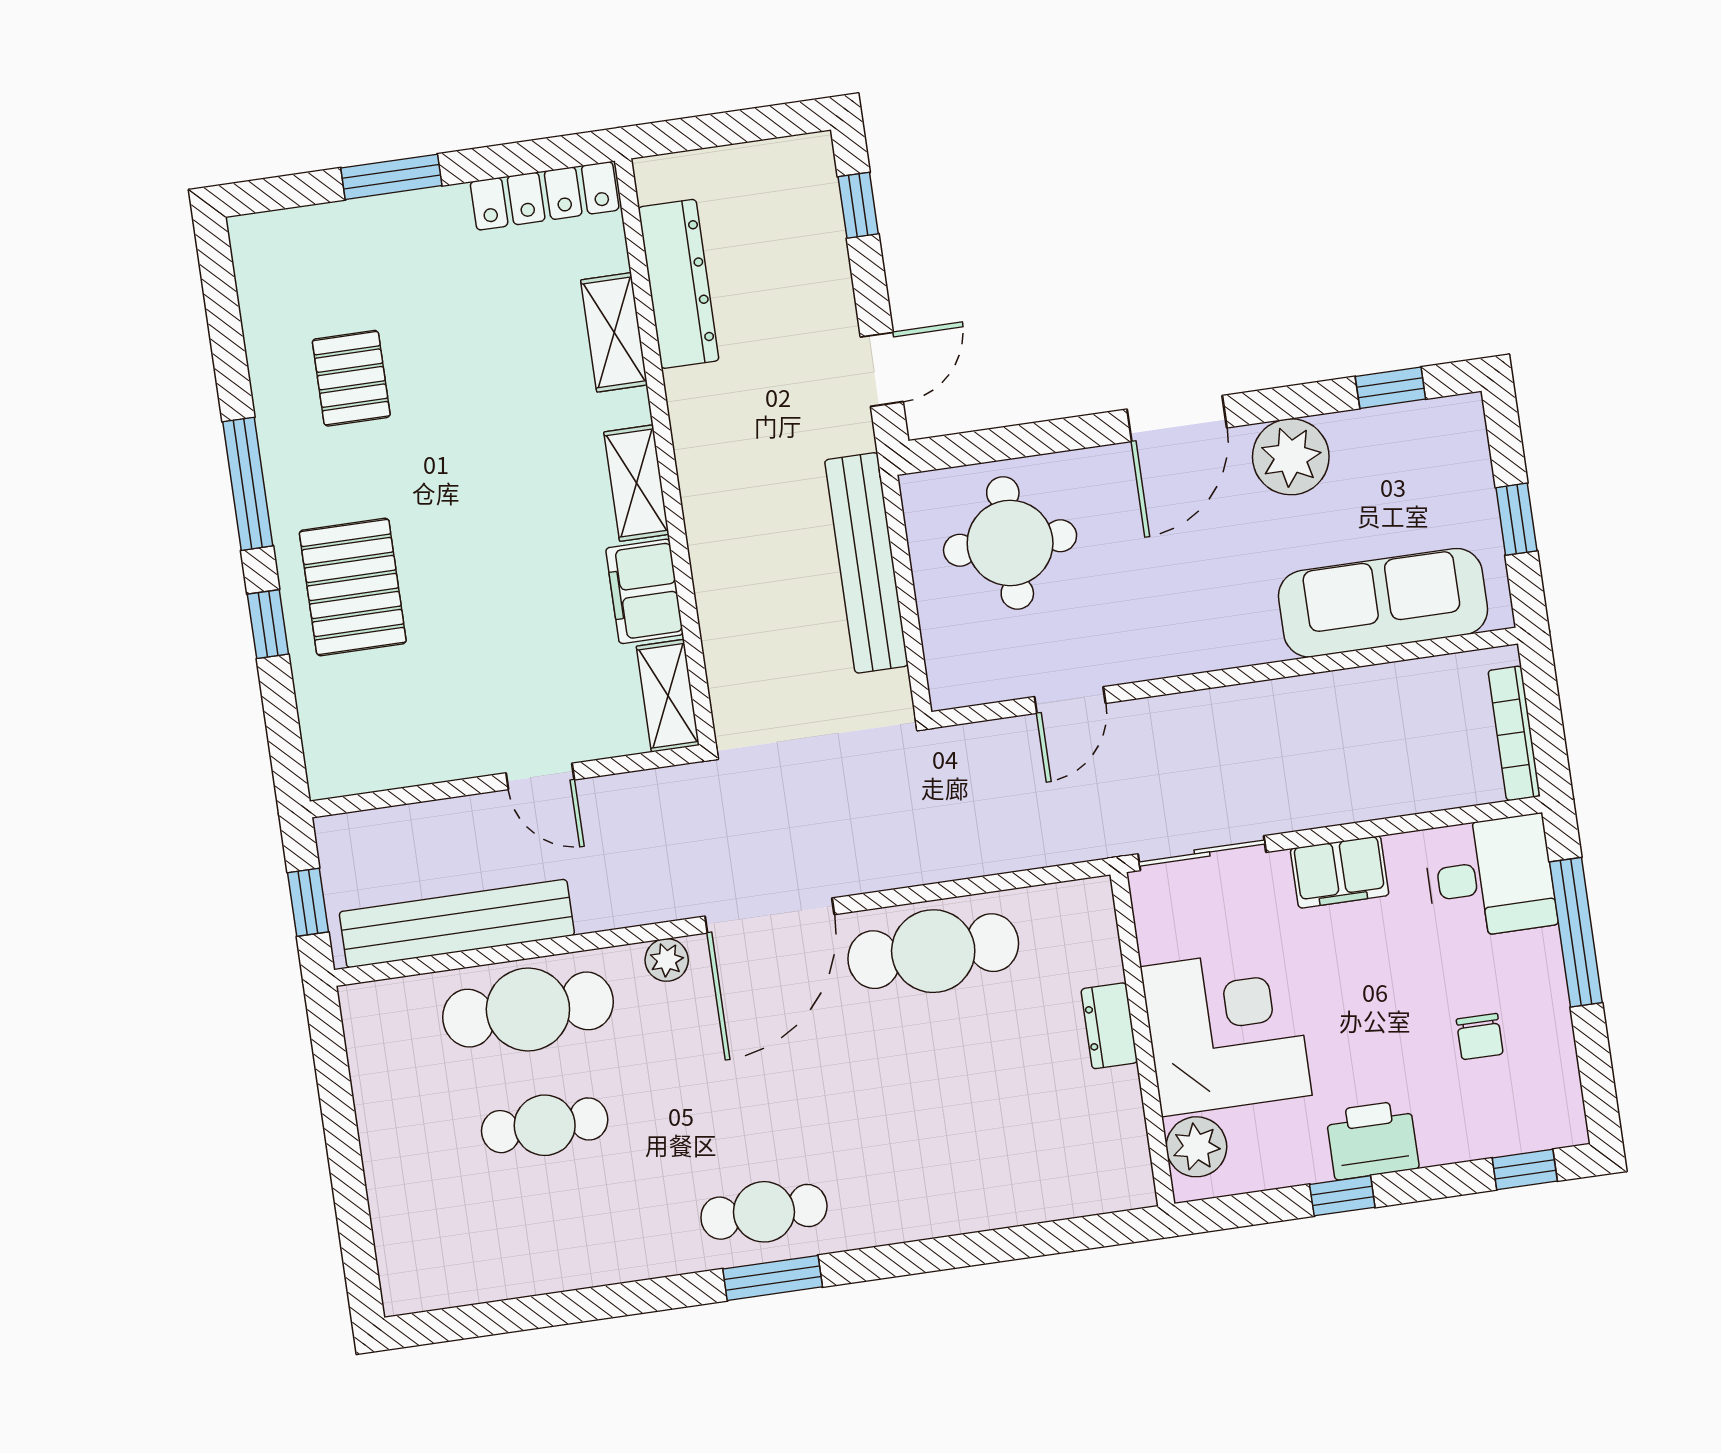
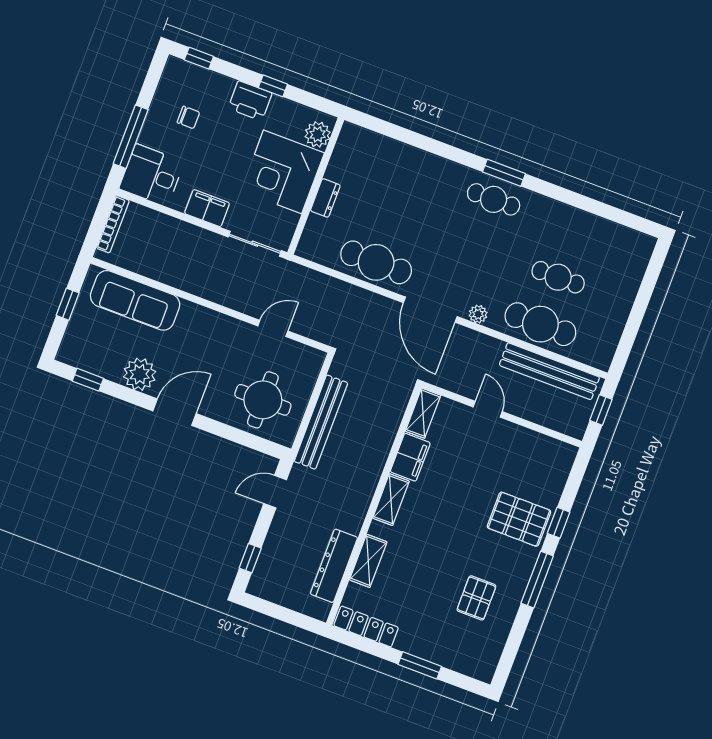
pallet: (353, 587) -> (519, 519), turned 90
door: (770, 915) -> (430, 310), swing flipped
chair: (1480, 1037) -> (188, 117), turned 90

